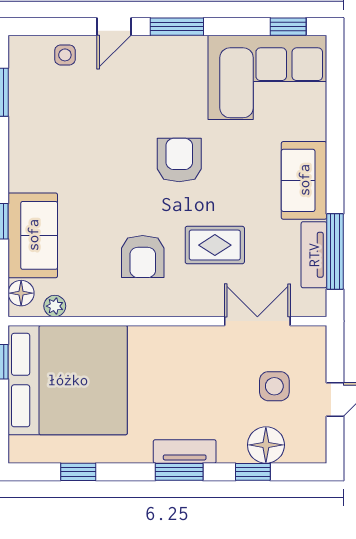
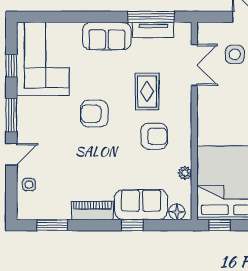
door: (114, 27) -> (11, 154), hinge flipped
window: (288, 27) -> (11, 66), moved
piano: (23, 157) -> (92, 211), added
plant: (55, 306) -> (185, 173), moved
double door: (257, 321) -> (194, 65), swing flipped

